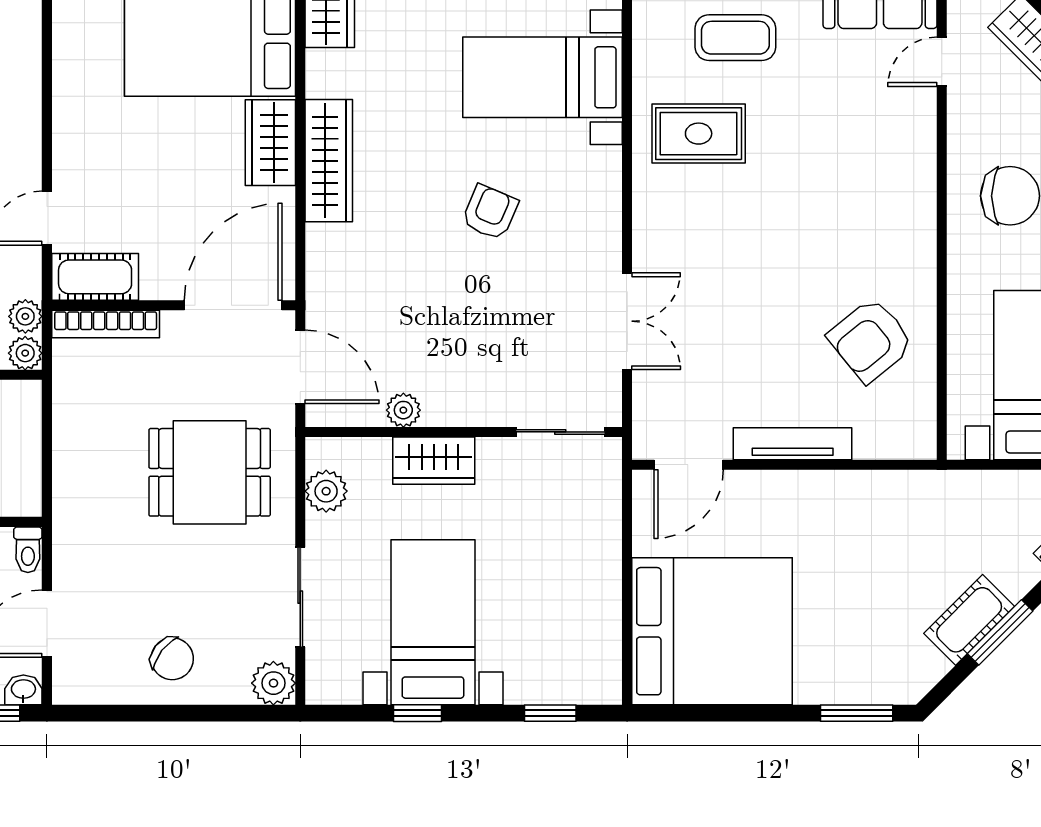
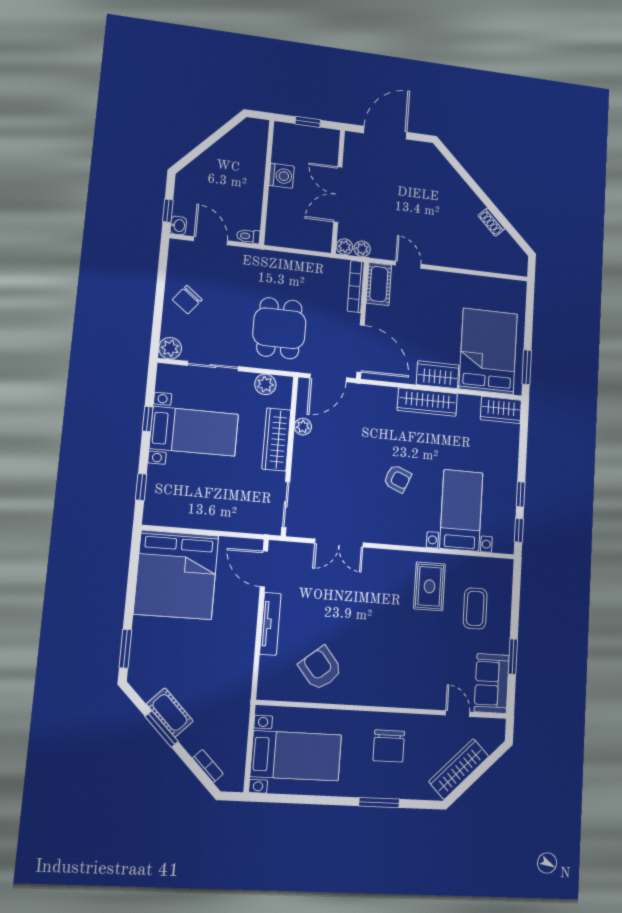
wardrobe: (434, 461) -> (276, 439), width x1.50

